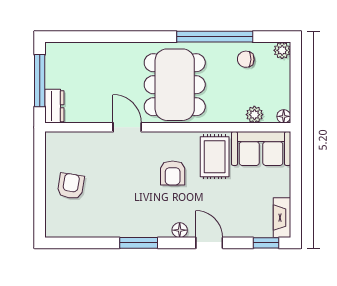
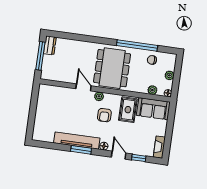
plant: (282, 50) -> (169, 75), moved
dresser: (54, 106) -> (50, 45), moved
plant: (158, 140) -> (99, 96), added
armchair: (71, 186) -> (49, 114), removed
tv unit: (129, 227) -> (77, 141), added
window: (266, 243) -> (139, 158), moved

